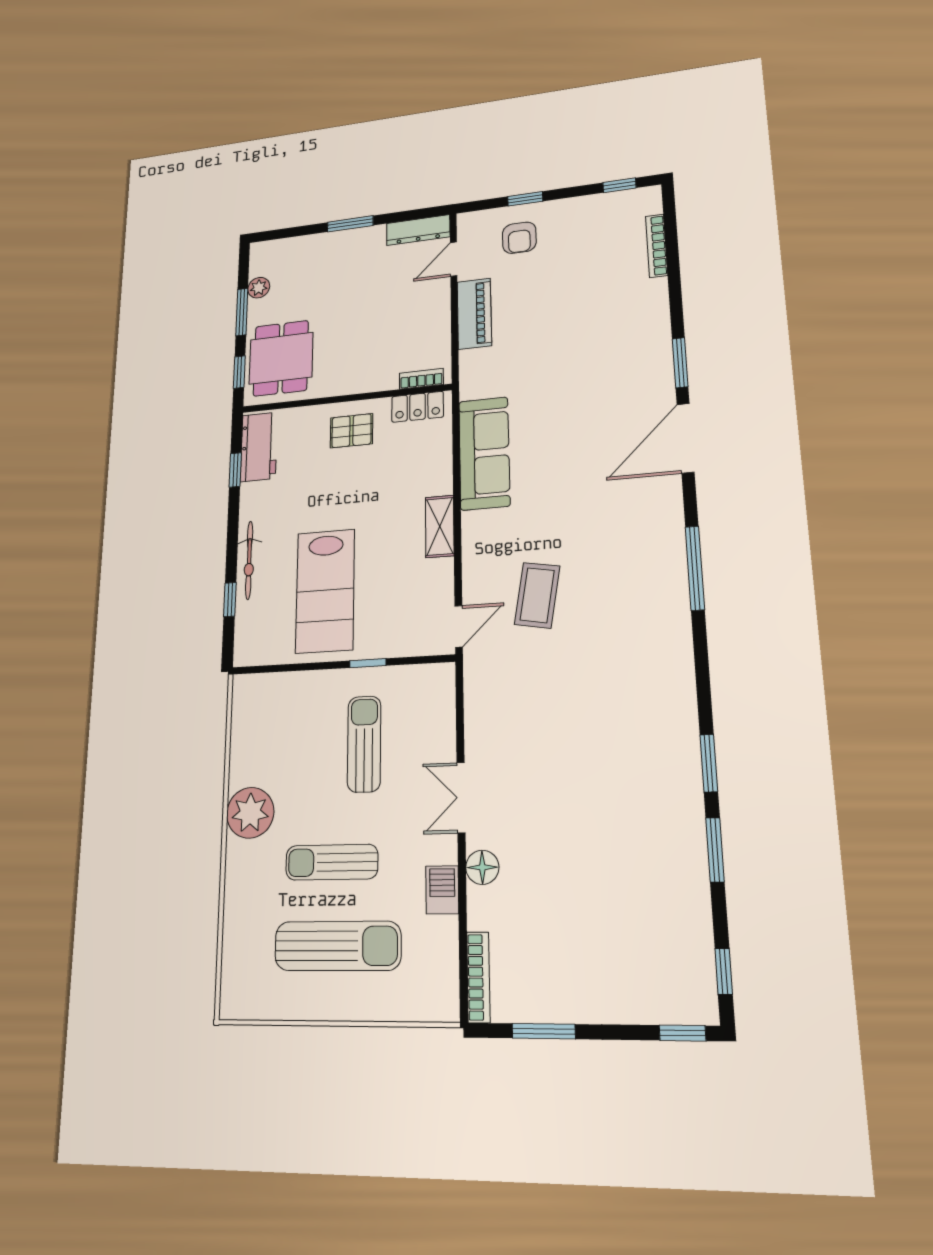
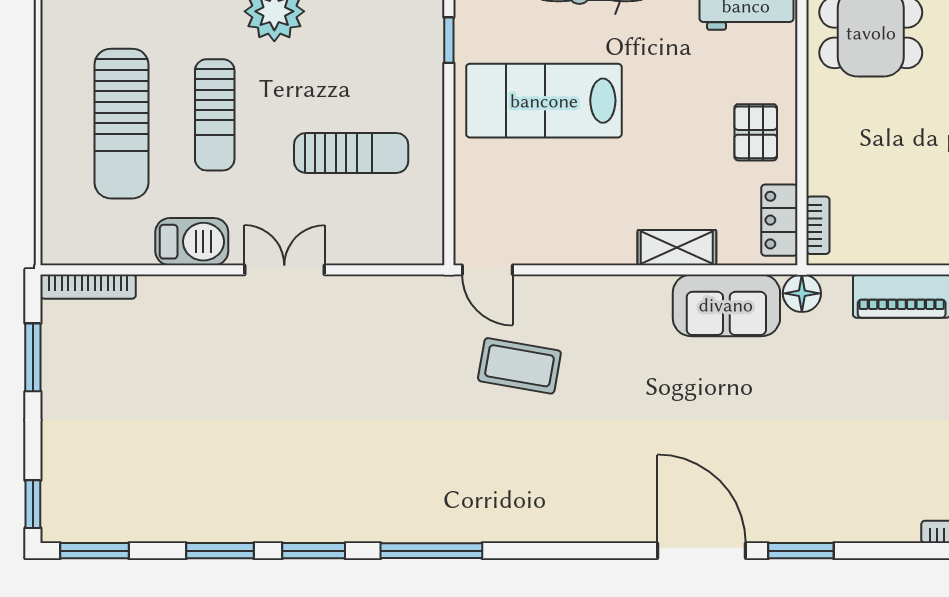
sofa: (484, 453) -> (726, 305), width x0.73
shelving: (440, 526) -> (677, 248), moved
window: (695, 568) -> (431, 551), moved
window: (368, 663) -> (449, 40), moved
sun lounger: (332, 862) -> (215, 115), turned 180
floor lamp: (482, 867) -> (802, 293), moved
barbecue: (442, 890) -> (192, 242), width x1.38, depth x1.27
window: (724, 971) -> (95, 551), width x1.50

